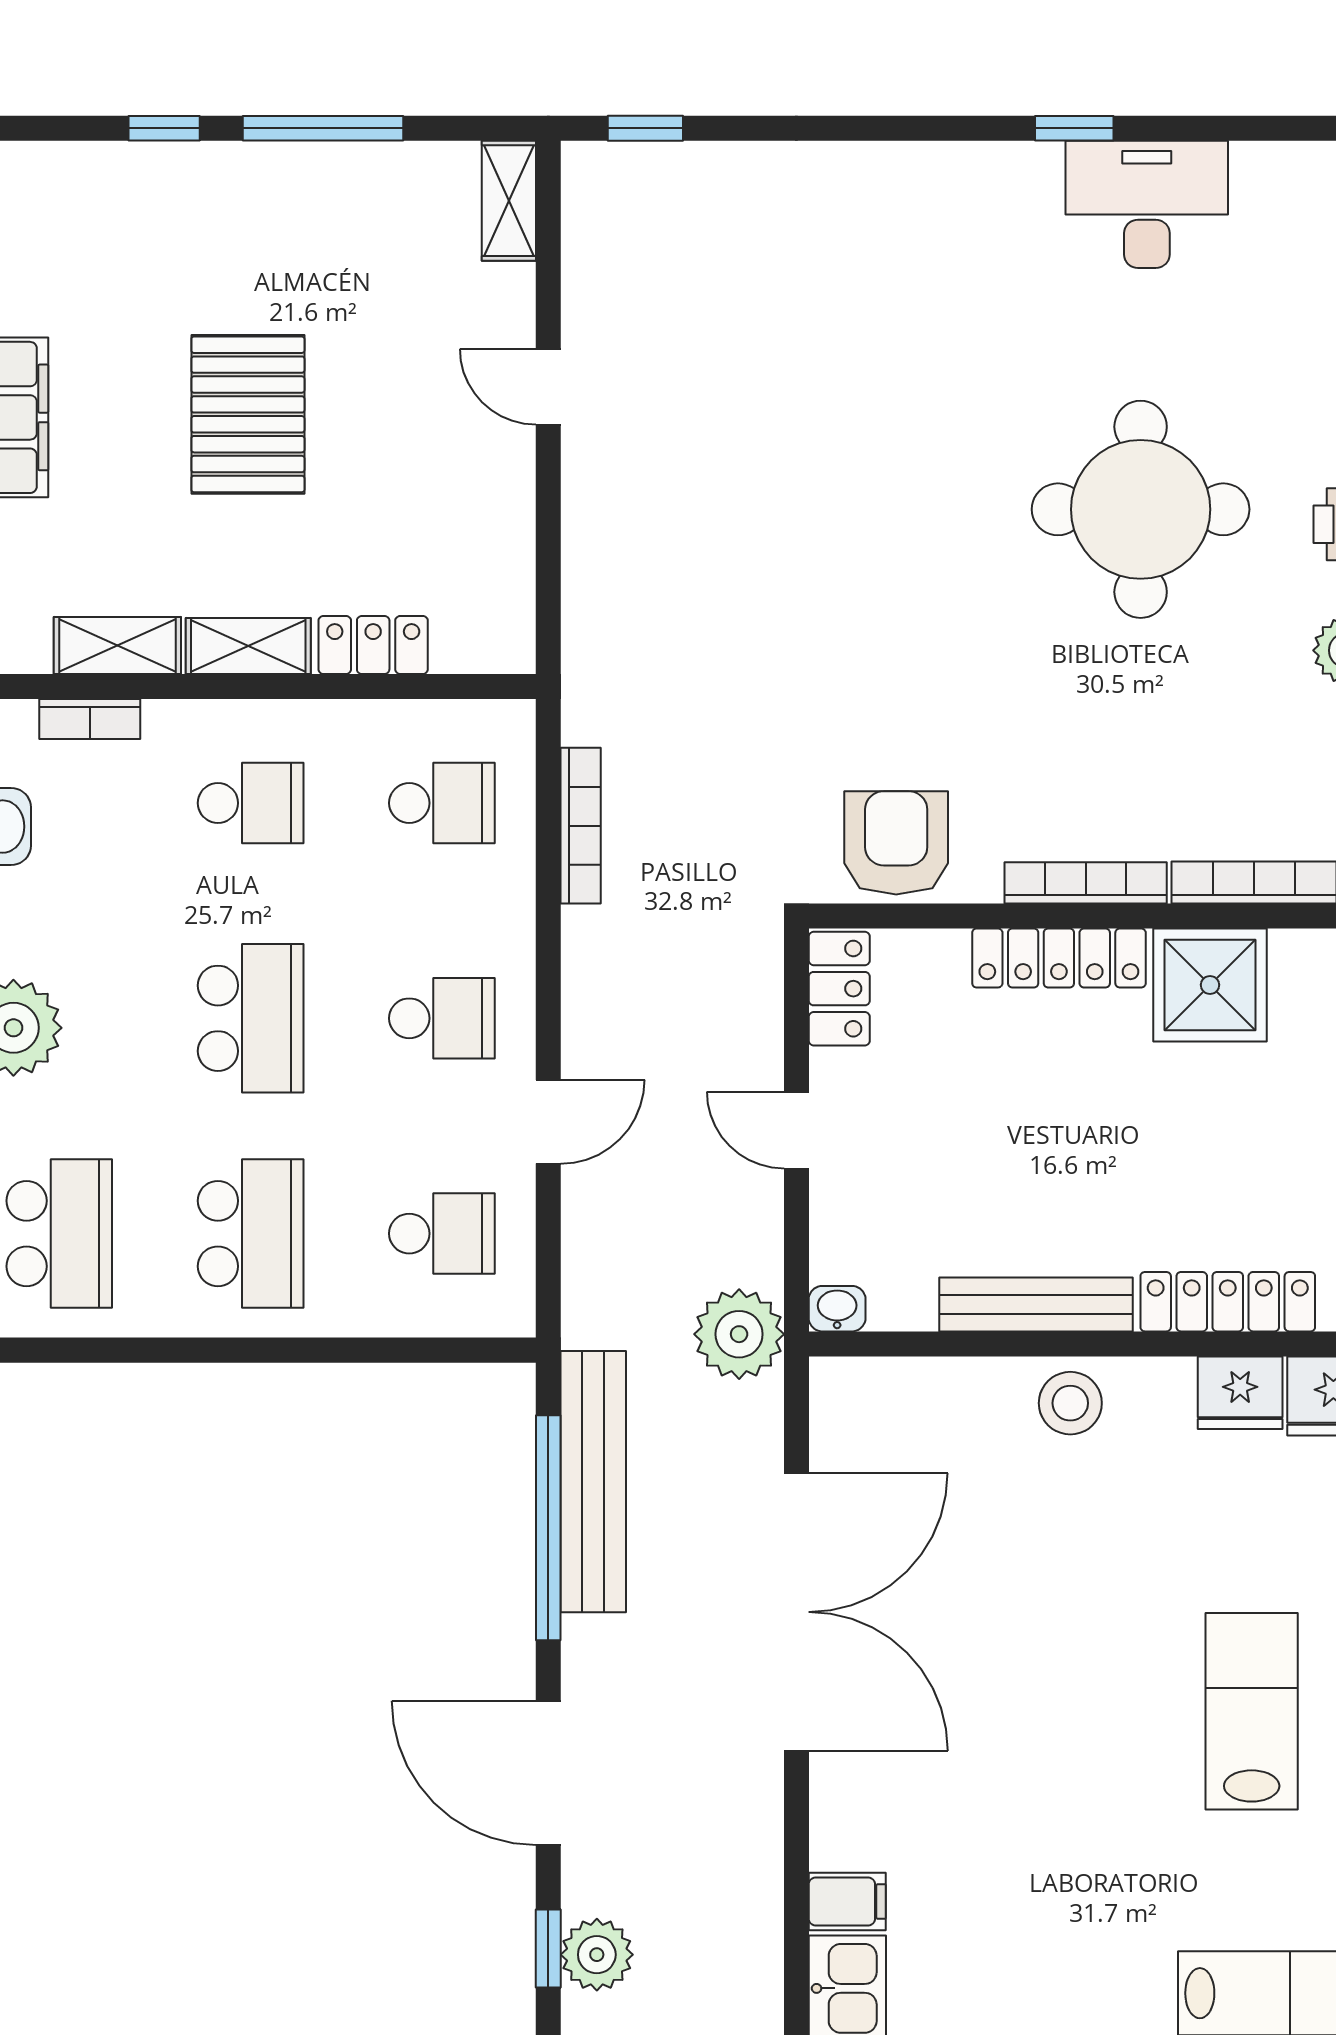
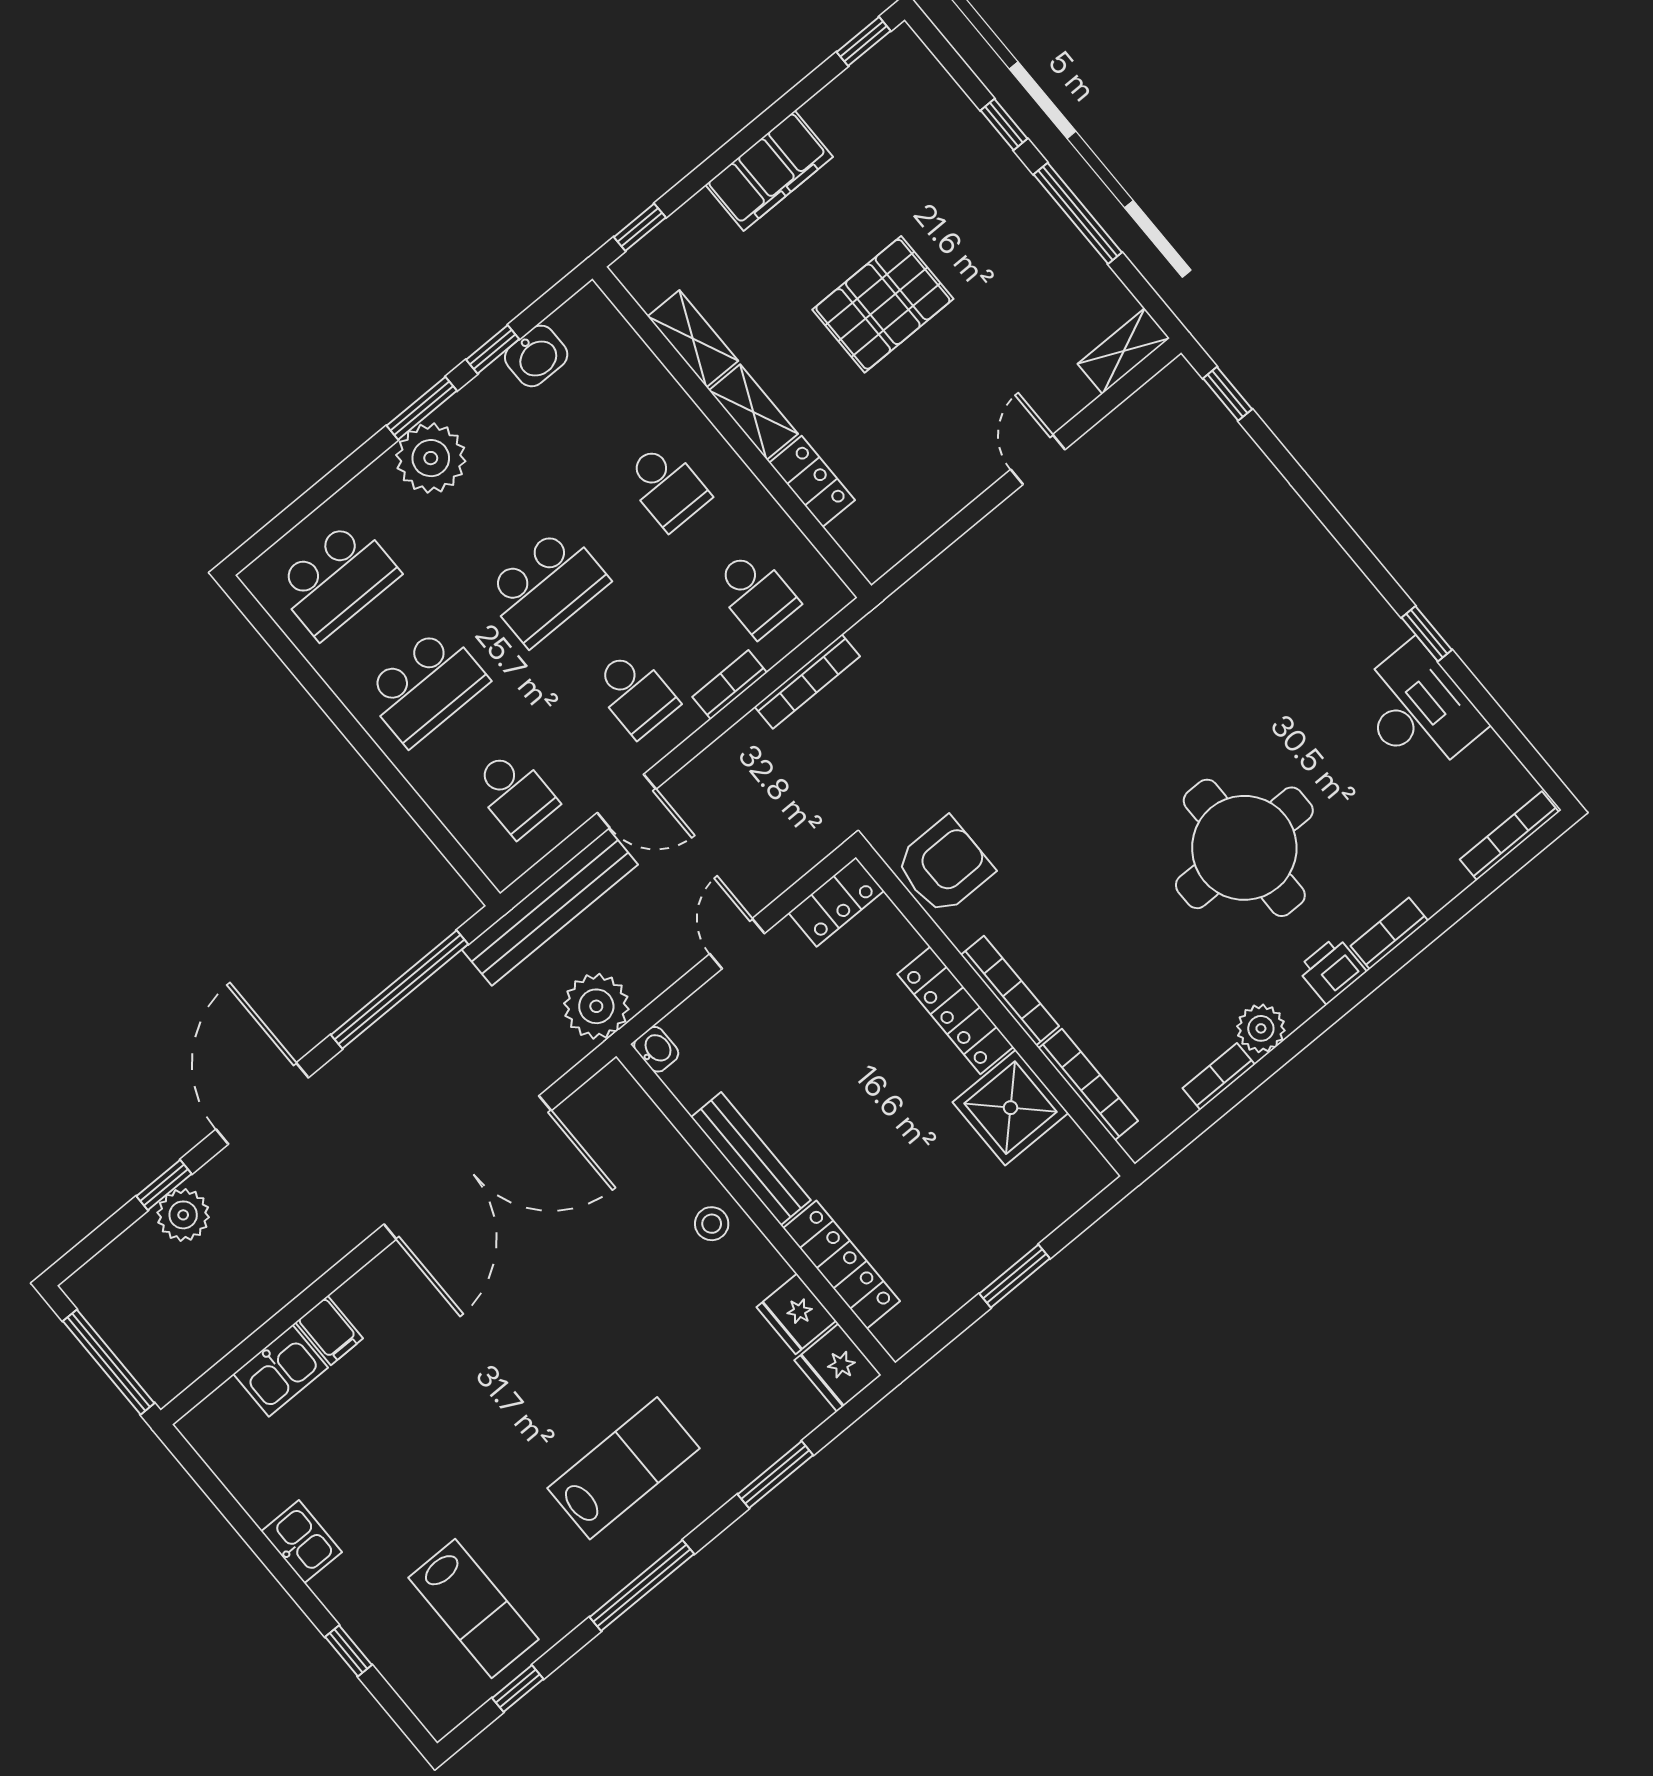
bookcase: (90, 719) -> (730, 685), moved, turned 90
stool: (1070, 1403) -> (712, 1224), width x0.73, depth x0.73
bench: (593, 1482) -> (550, 907), moved

